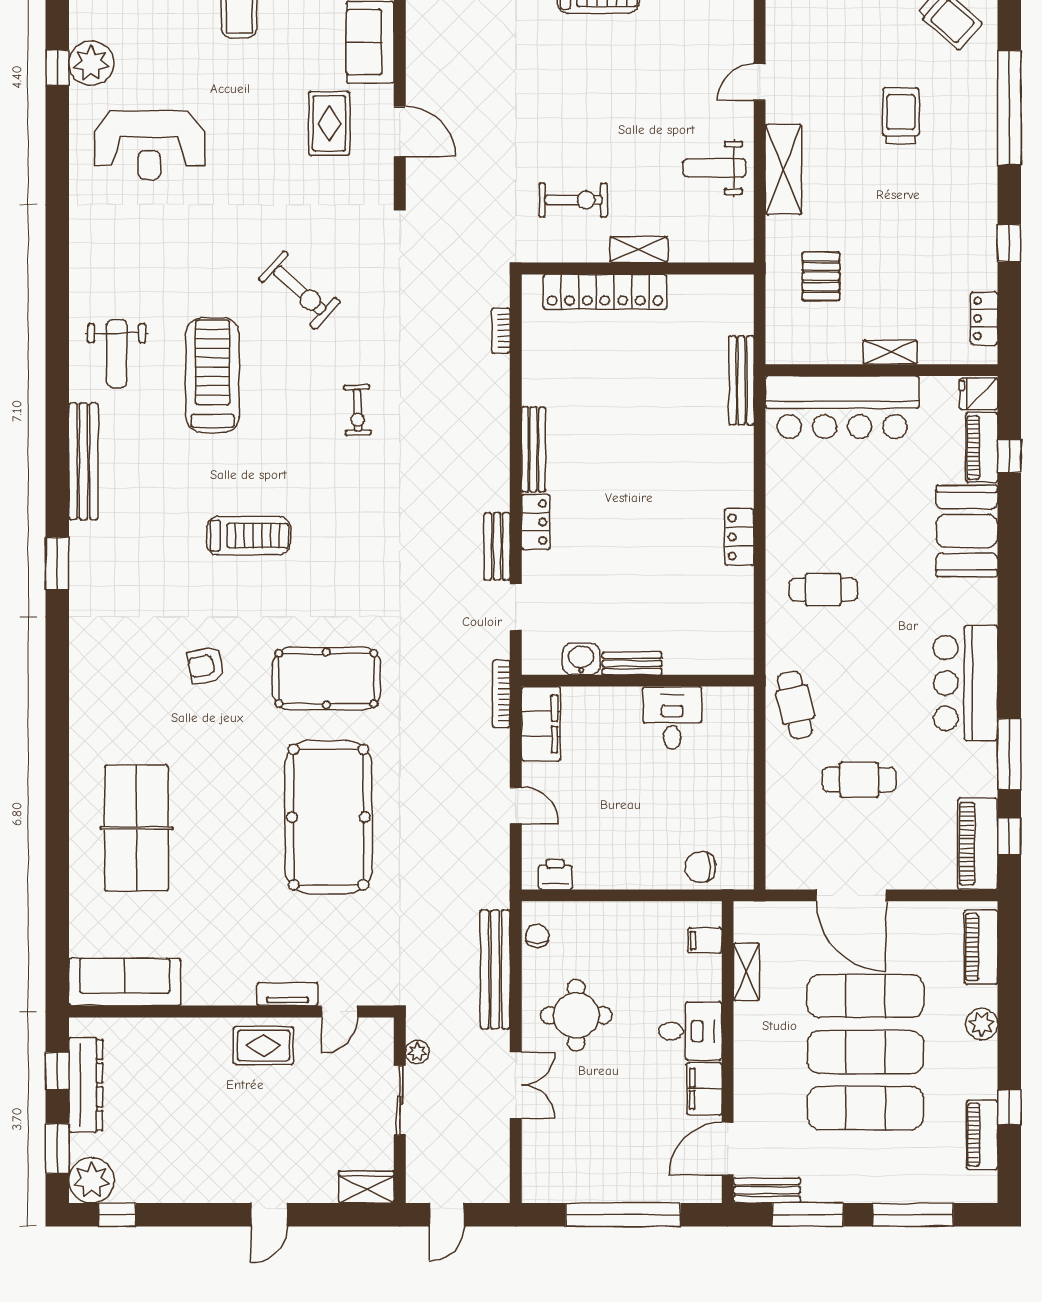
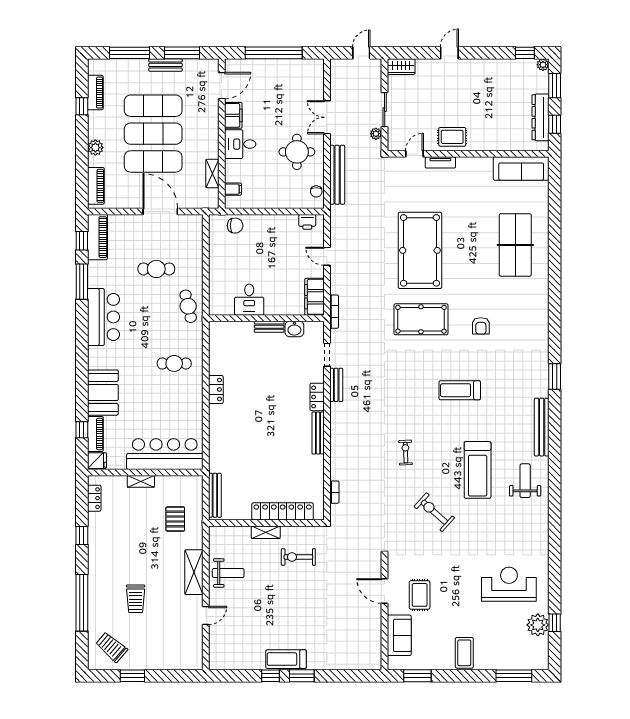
bench: (741, 380) -> (215, 495), moved
armchair: (206, 665) -> (481, 326), turned 102
plant: (92, 1180) -> (543, 65), width x0.53, depth x0.53
bench: (767, 1190) -> (165, 65), moved

